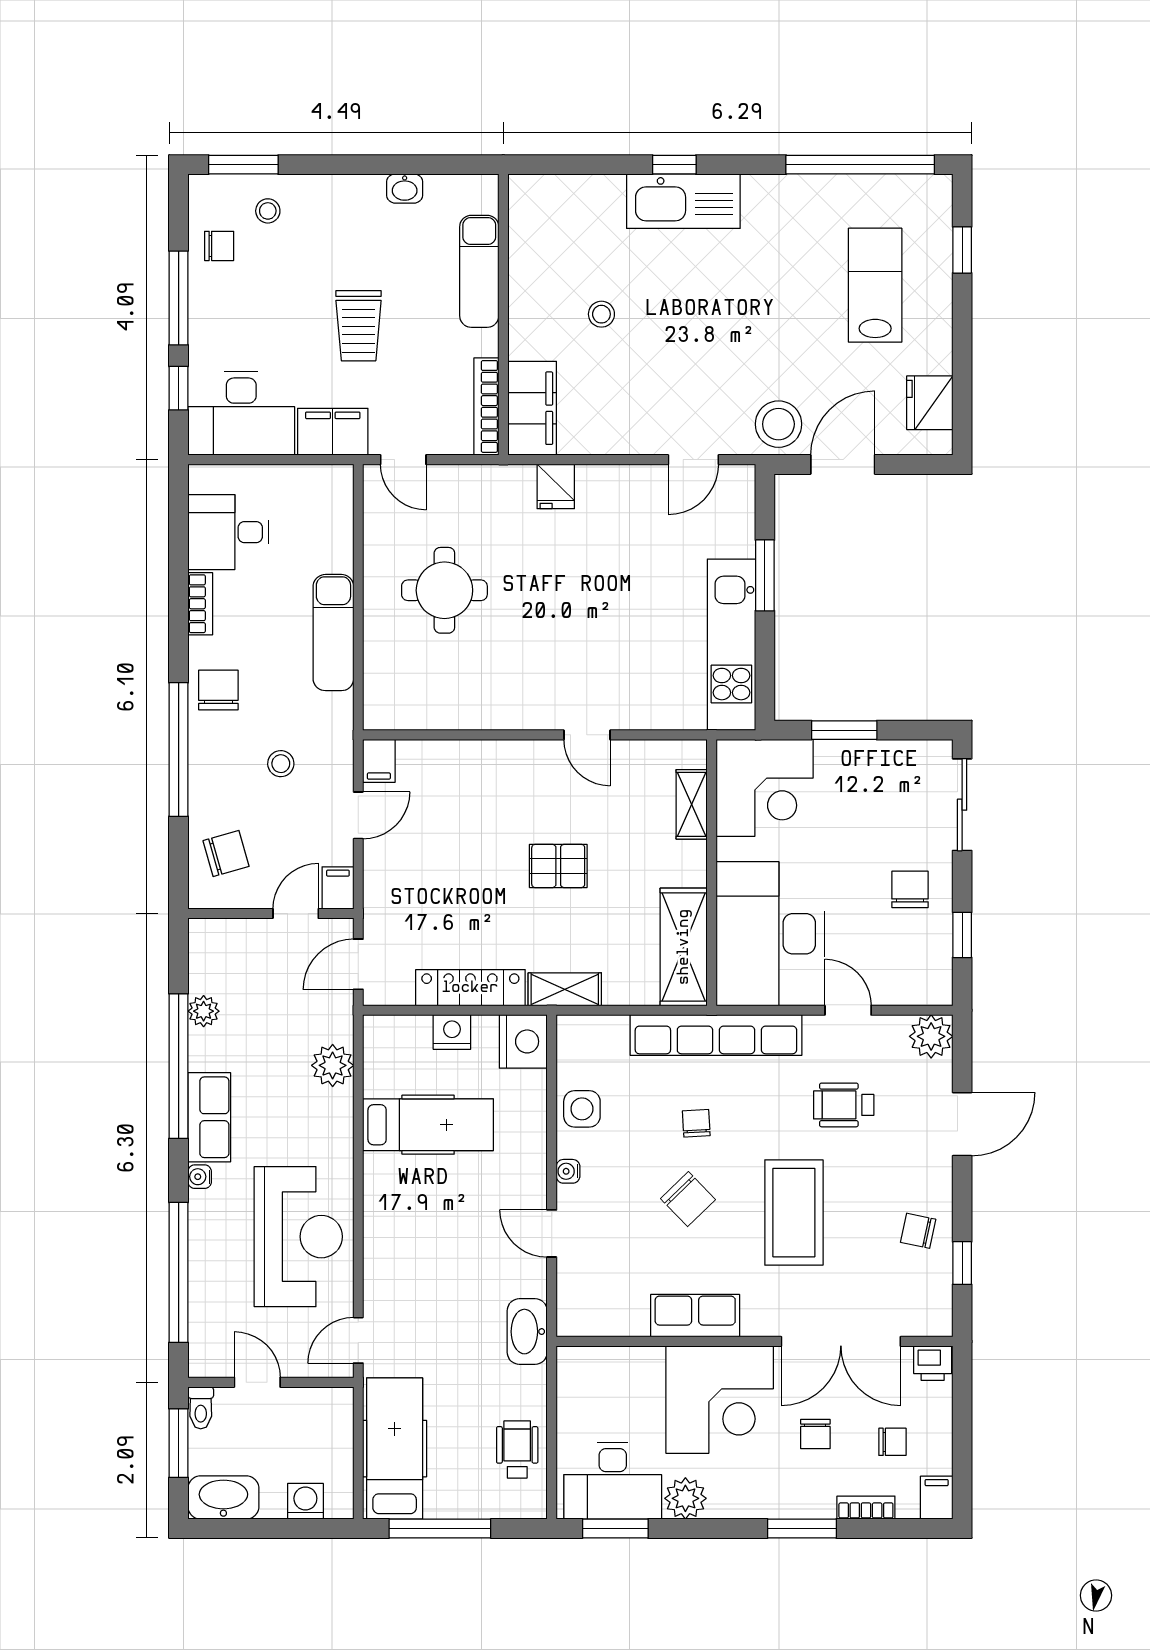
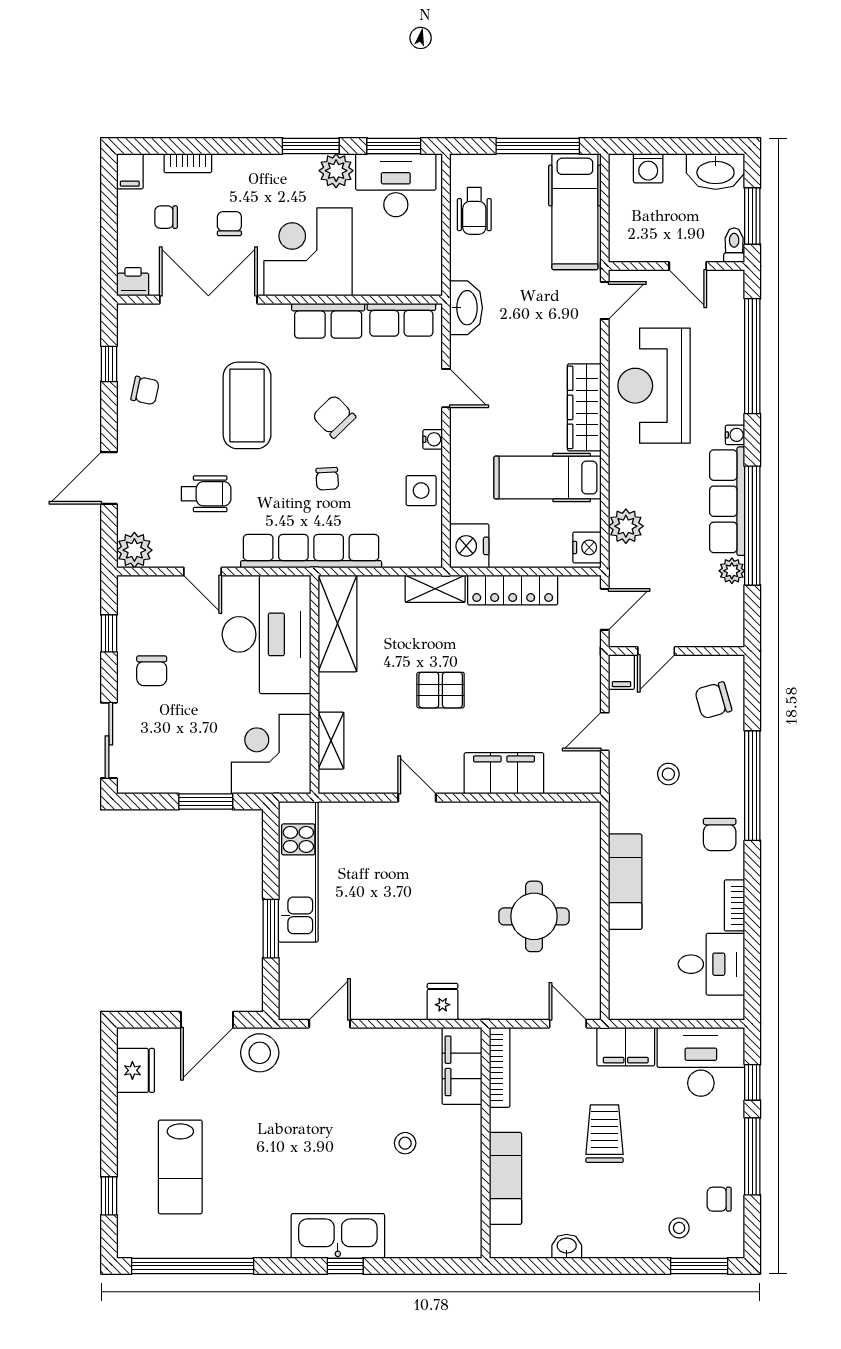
filing cabinet: (379, 761) -> (504, 773), moved, width x3.00, depth x1.17
nightstand: (452, 1032) -> (587, 547), moved, turned -90
row of seats: (209, 1117) -> (727, 501), width x1.48
wardrobe: (383, 1210) -> (584, 407), added
row of seats: (606, 1317) -> (401, 320), added
window: (802, 1529) -> (311, 146), moved

